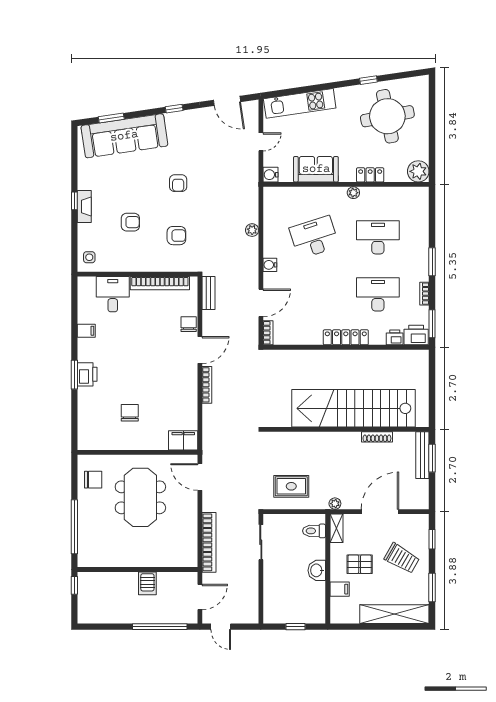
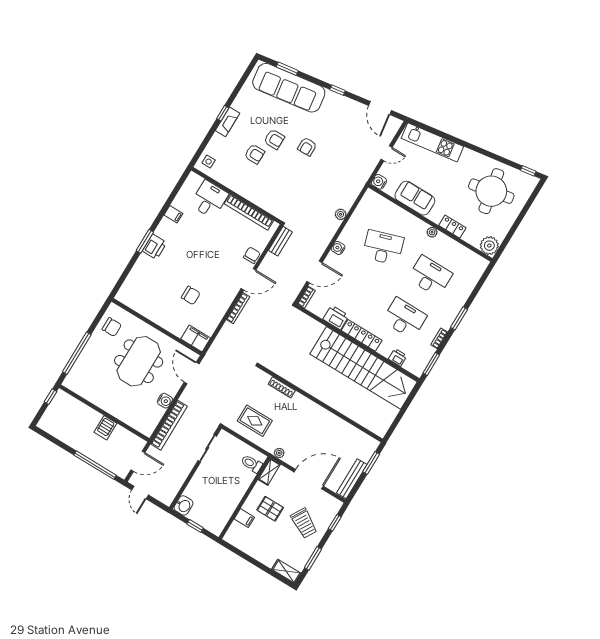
window: (368, 80) -> (528, 171), moved
armchair: (176, 236) -> (274, 139), moved
printer: (416, 335) -> (336, 317), moved
stairs: (354, 408) -> (364, 368), moved, turned 180
chair: (130, 413) -> (191, 295), moved, turned 90
shoe rack: (377, 437) -> (282, 387), moved
bench: (422, 455) -> (352, 479), moved
water cooler: (190, 521) -> (165, 401), added
washbasin: (317, 570) -> (183, 505), moved, turned 180
shelving: (394, 614) -> (286, 571), width x0.45, depth x0.75

